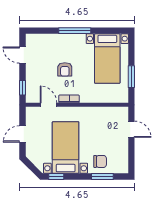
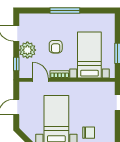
bed with nightstands: (107, 59) -> (89, 55), moved, turned 180
plant: (35, 73) -> (27, 50), added

